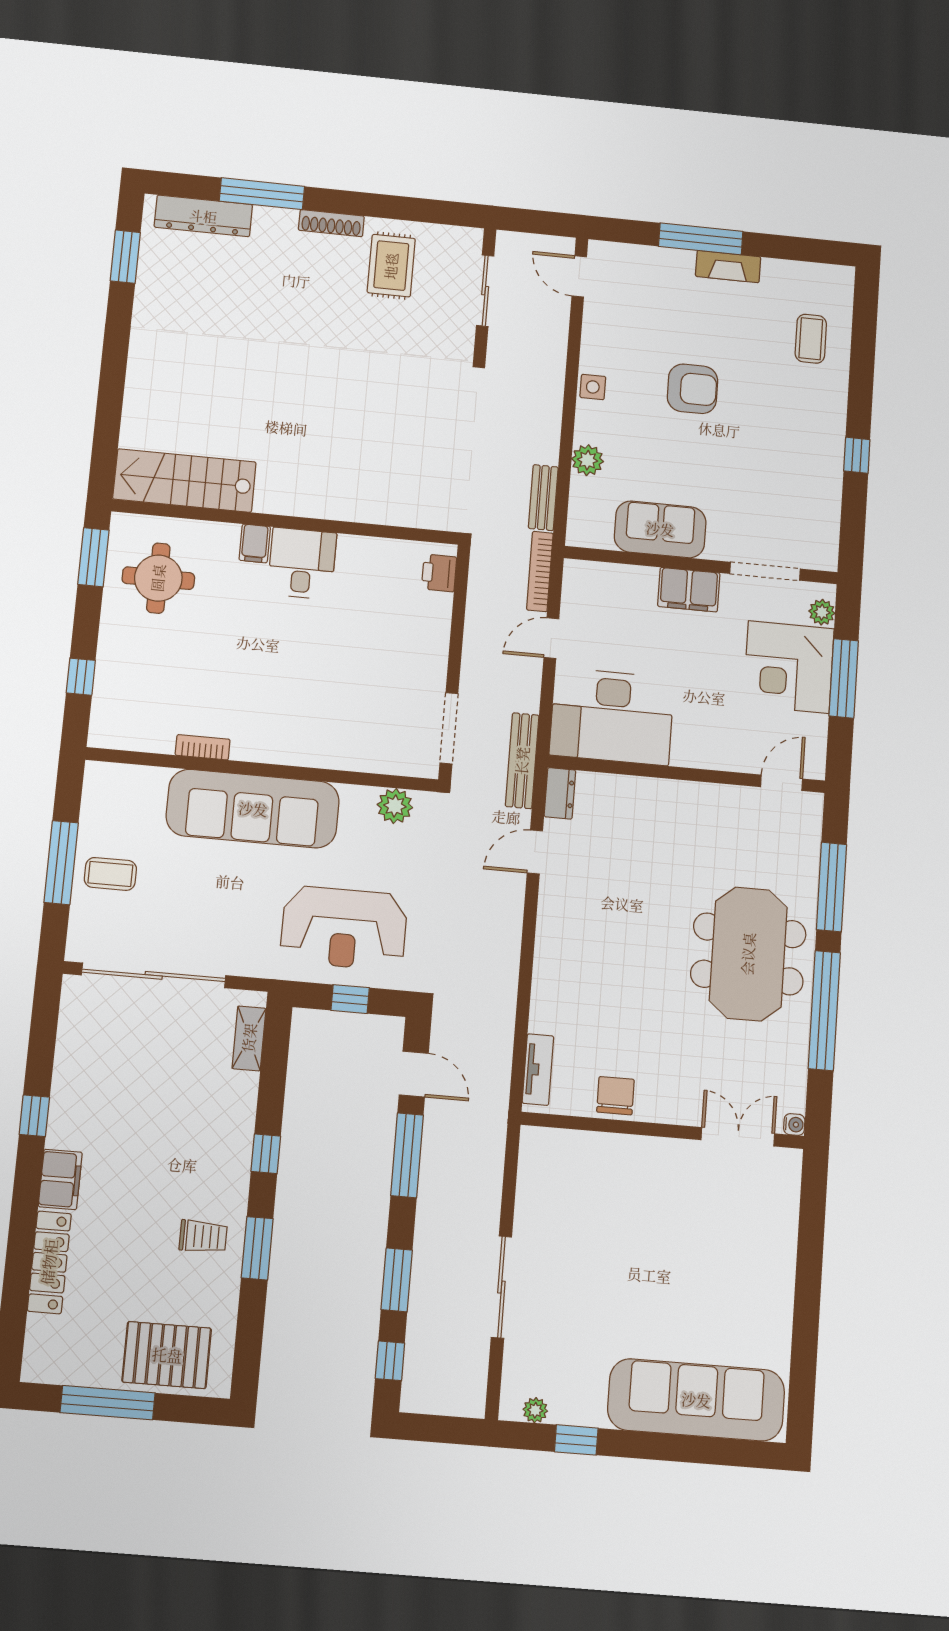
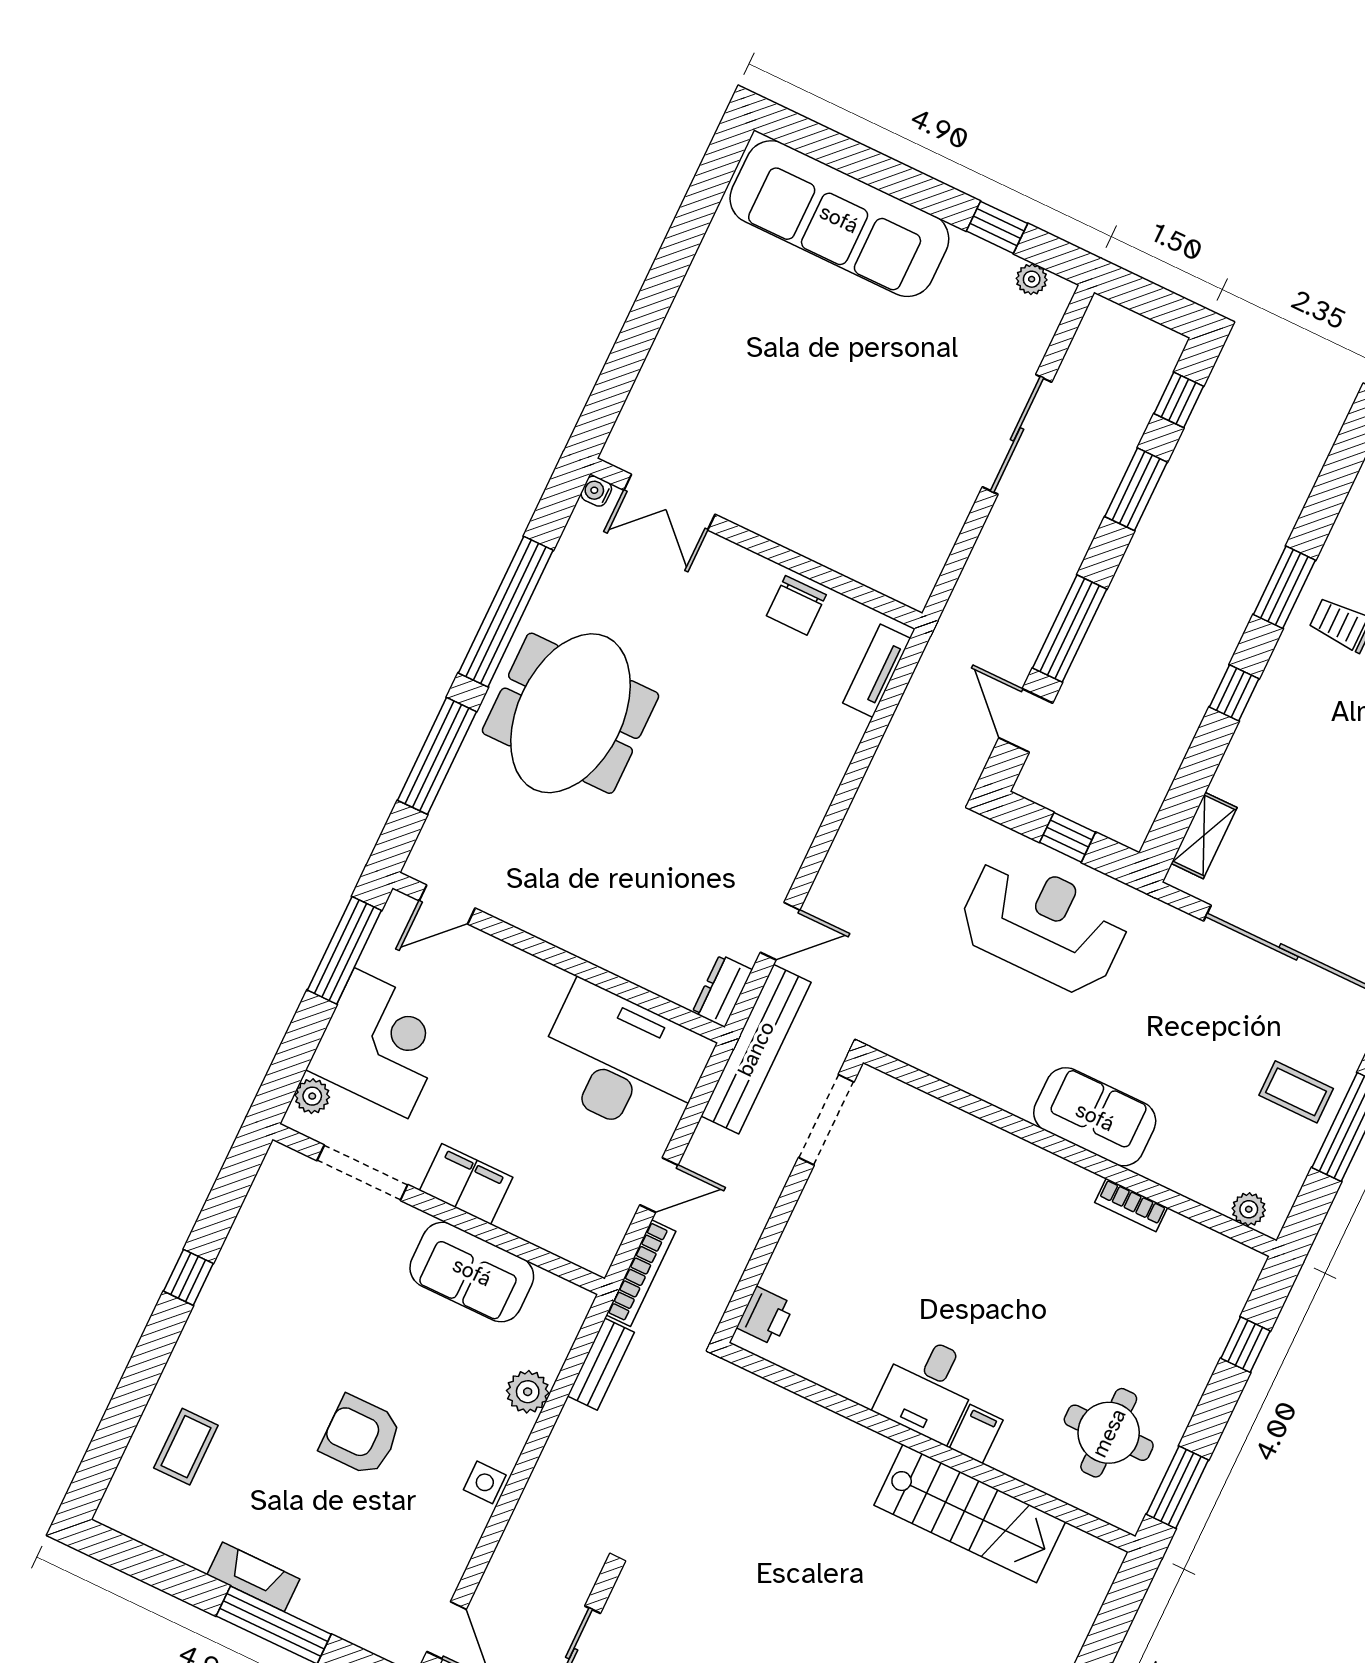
stairs: (185, 481) -> (970, 1514), moved
window: (844, 678) -> (344, 950), moved
bench: (522, 761) -> (756, 1049), width x1.37, depth x1.21
plant: (395, 806) -> (1249, 1209), moved, width x0.73, depth x0.73
sofa: (253, 809) -> (1095, 1117), width x0.54, depth x0.79

